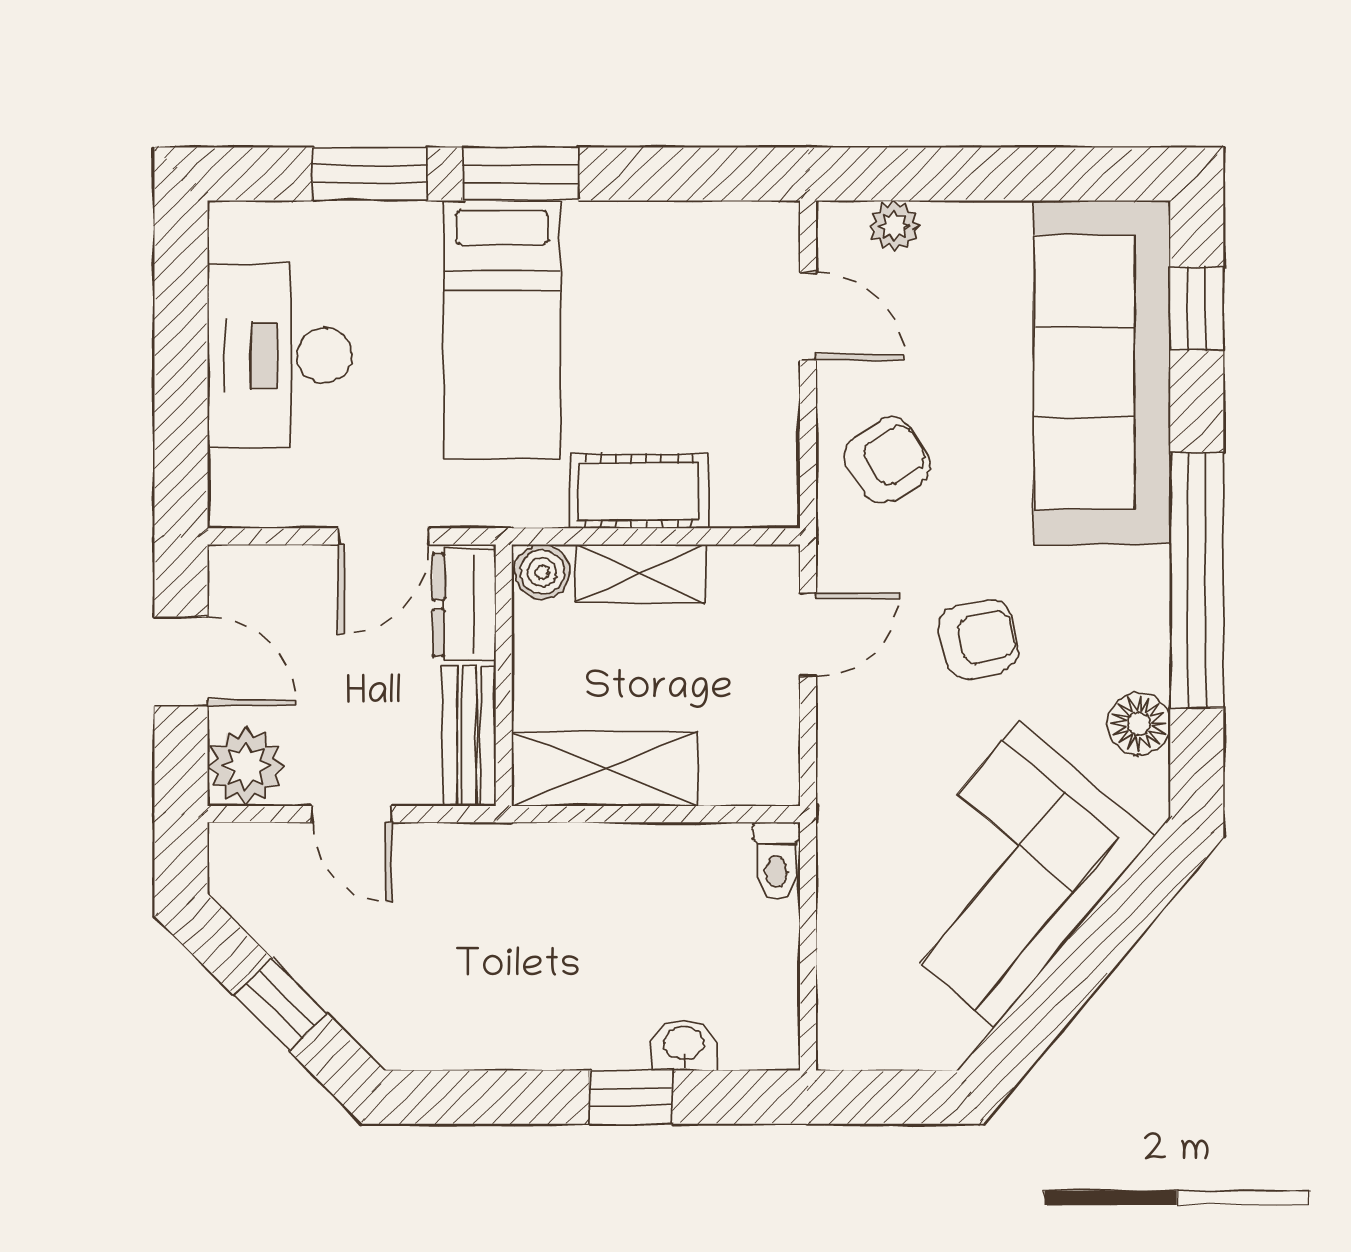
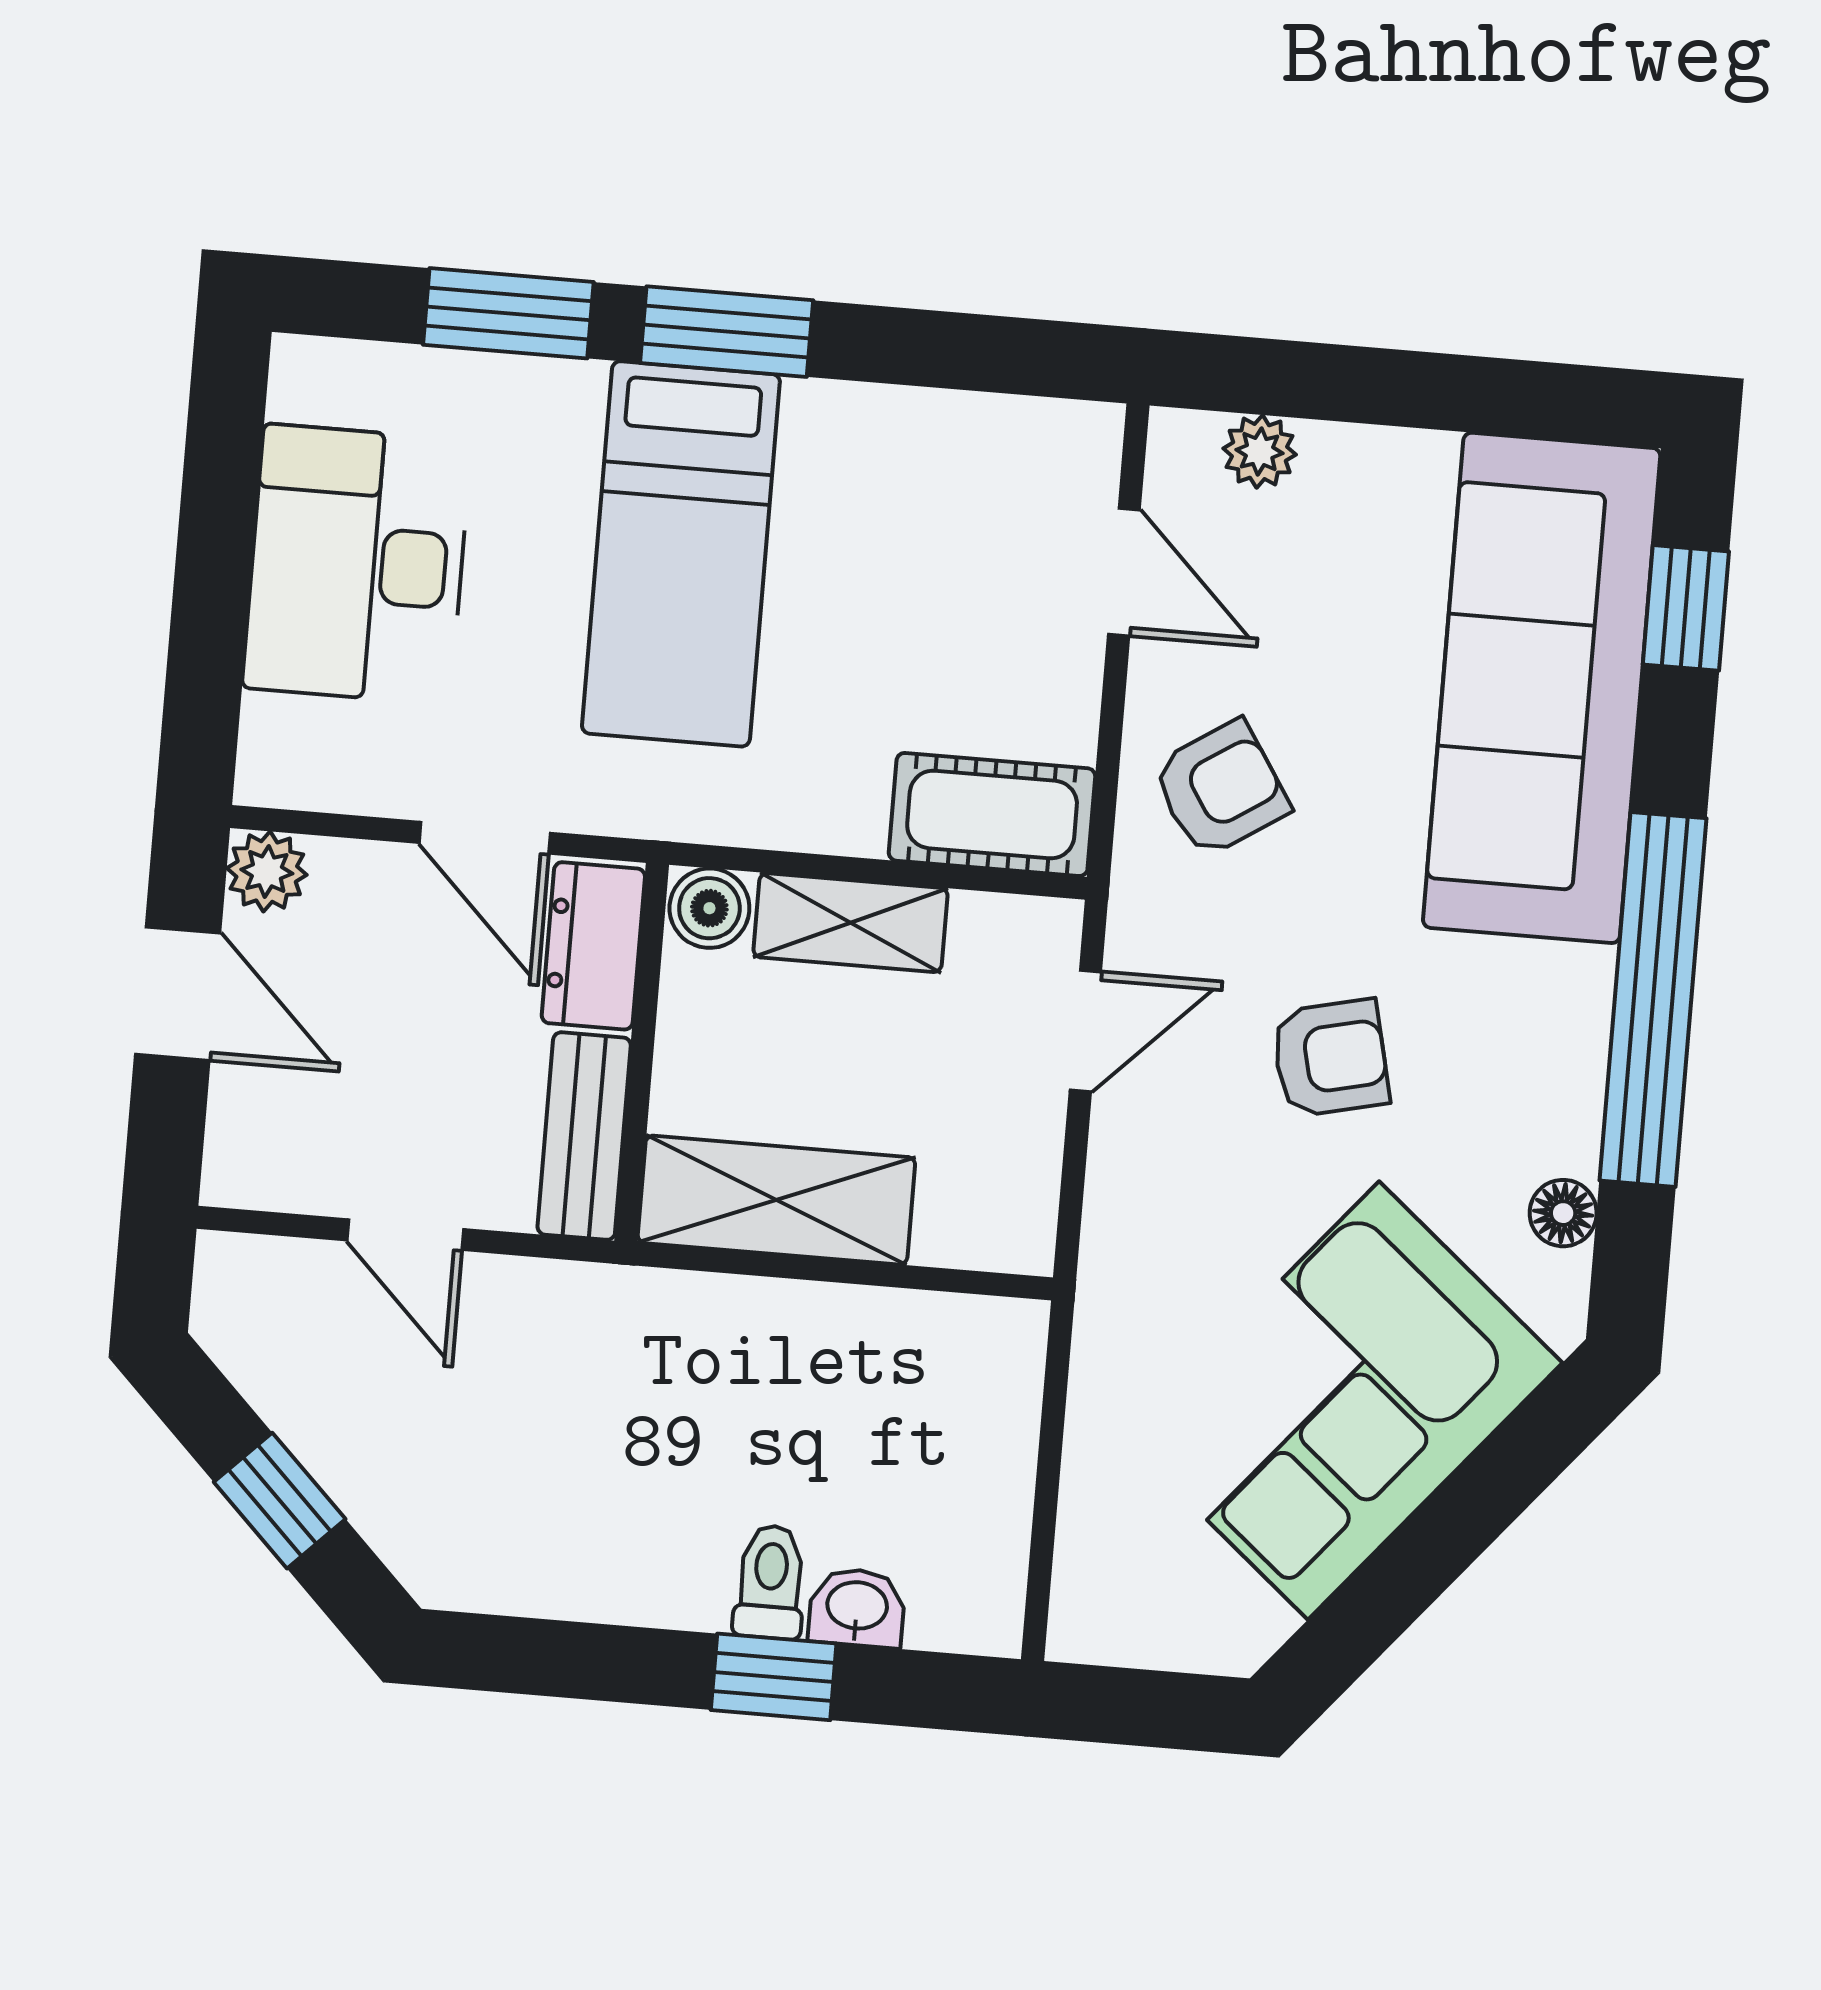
cot: (639, 491) -> (992, 815), moved
door: (383, 536) -> (485, 838), hinge flipped
floor lamp: (1139, 724) -> (1563, 1213), width x0.73, depth x0.73
plant: (246, 766) -> (267, 871), moved, width x0.73, depth x0.73
toilet: (776, 861) -> (770, 1582), moved, turned 180

